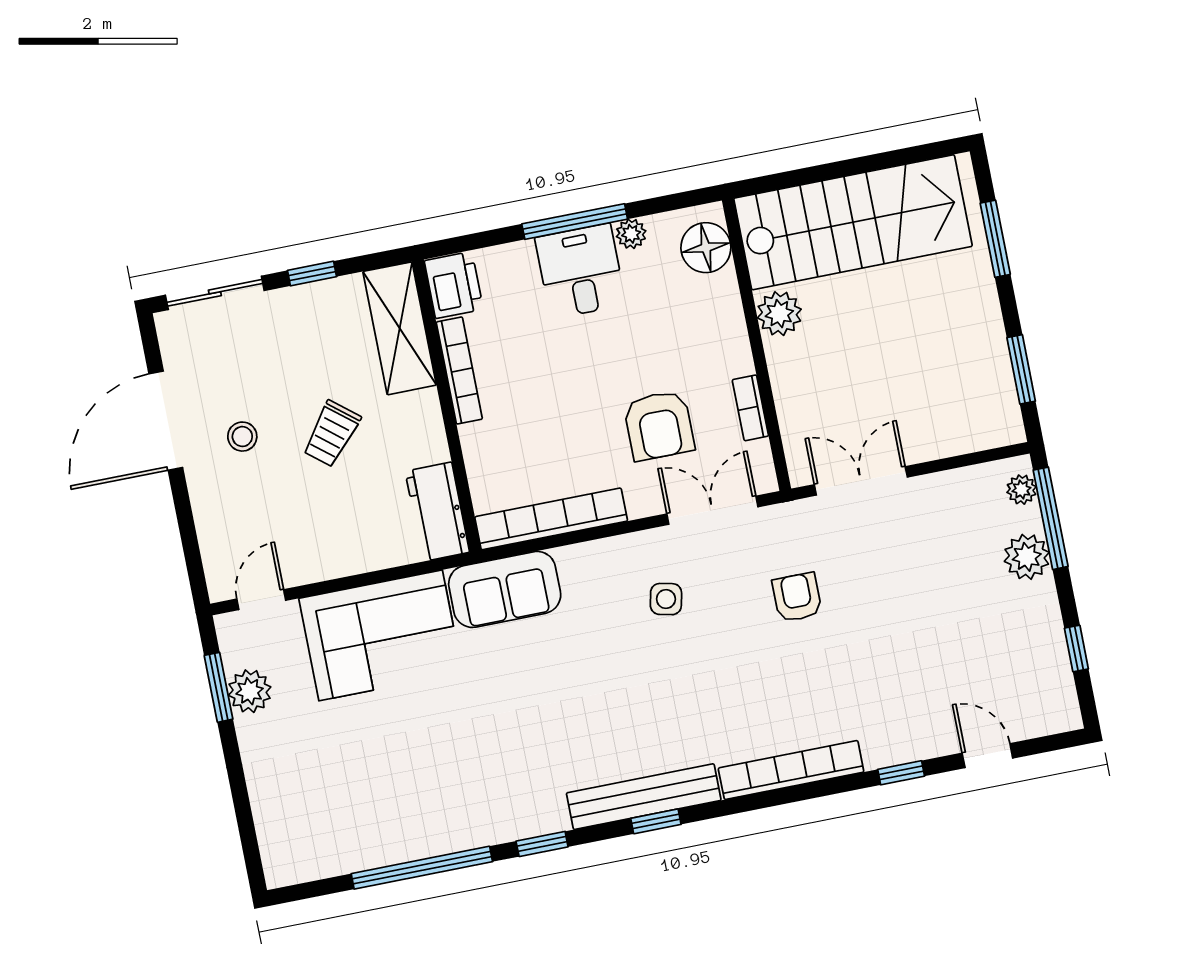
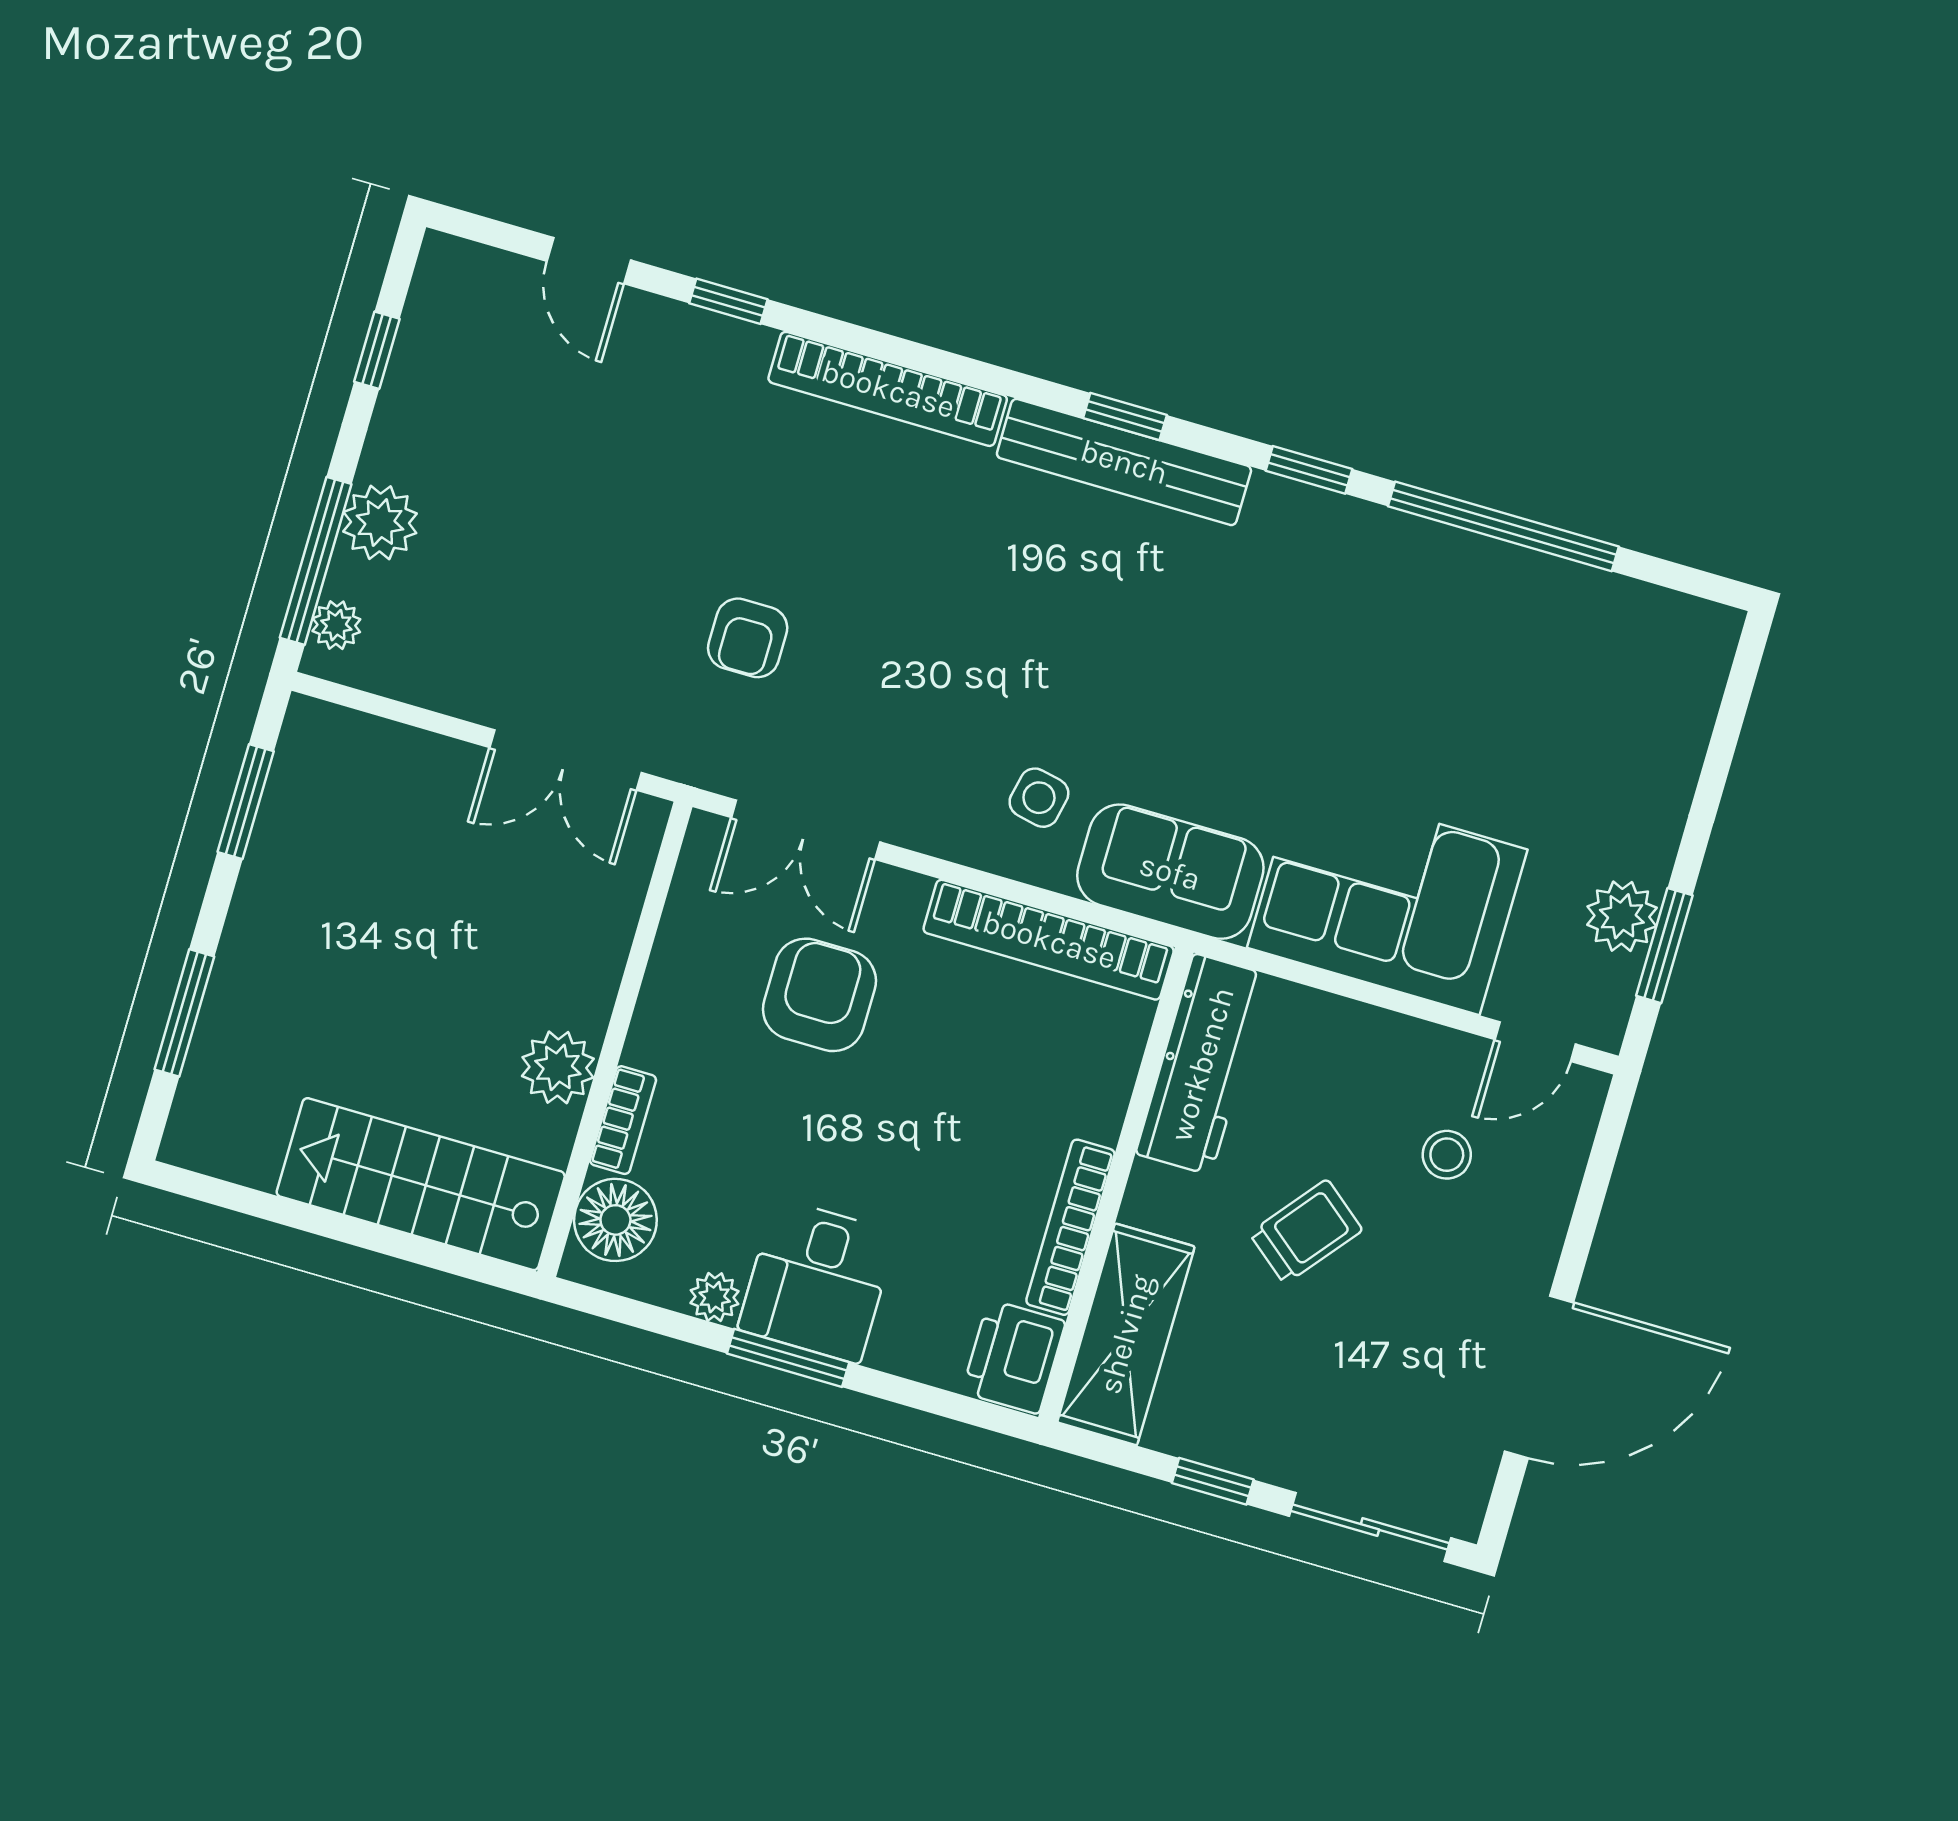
window: (575, 222) -> (788, 1358), width x0.69
stairs: (853, 222) -> (421, 1184), width x0.73, depth x0.66
bookcase: (750, 408) -> (623, 1120), moved
stool: (242, 437) -> (1447, 1155), moved
workbench: (437, 512) -> (1202, 1064), width x1.38
side table: (666, 599) -> (1039, 798), moved

